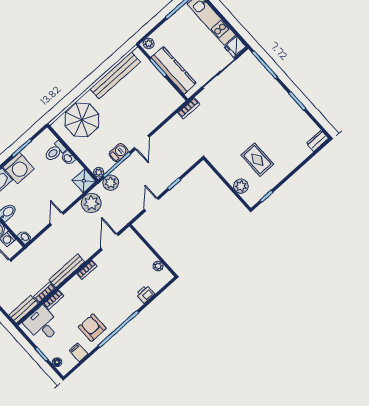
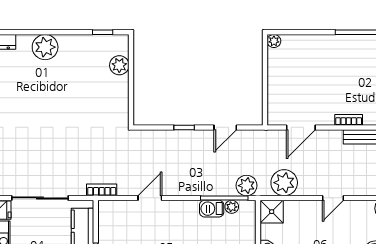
door: (142, 142) -> (150, 198), moved
plant: (291, 159) -> (45, 47), added
rug: (257, 160) -> (79, 77), removed
plant: (99, 172) -> (232, 207), moved
plant: (158, 266) -> (274, 41), moved
printer: (145, 294) -> (312, 43), removed

